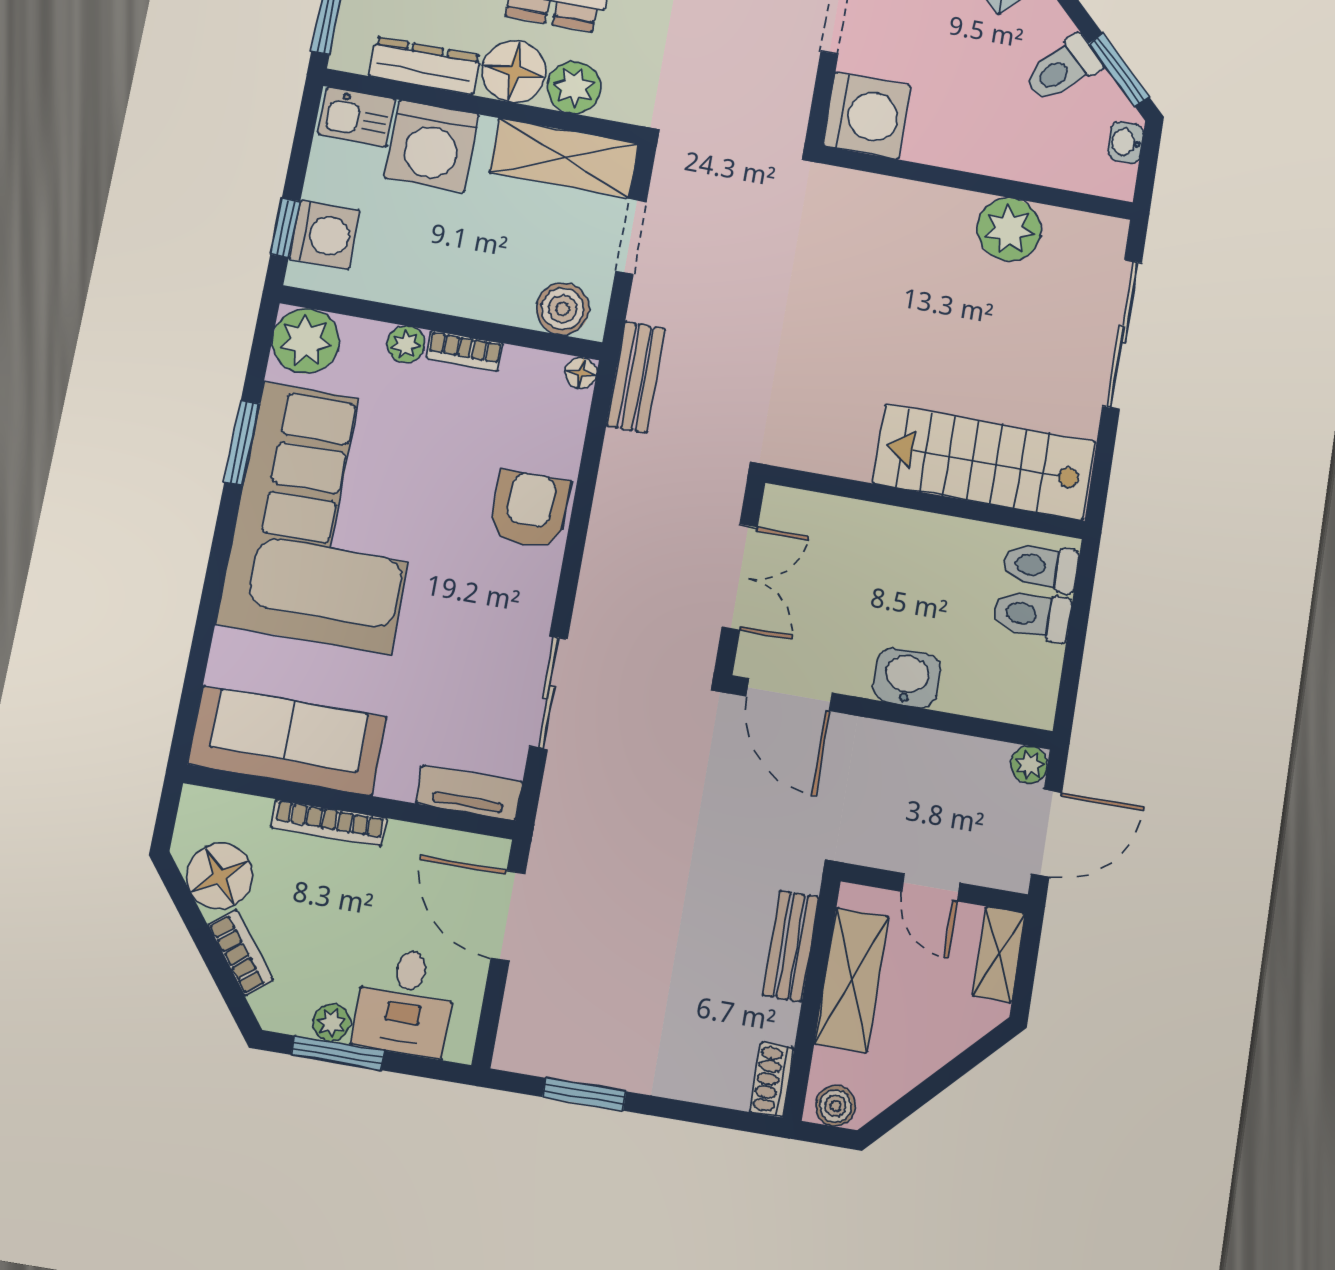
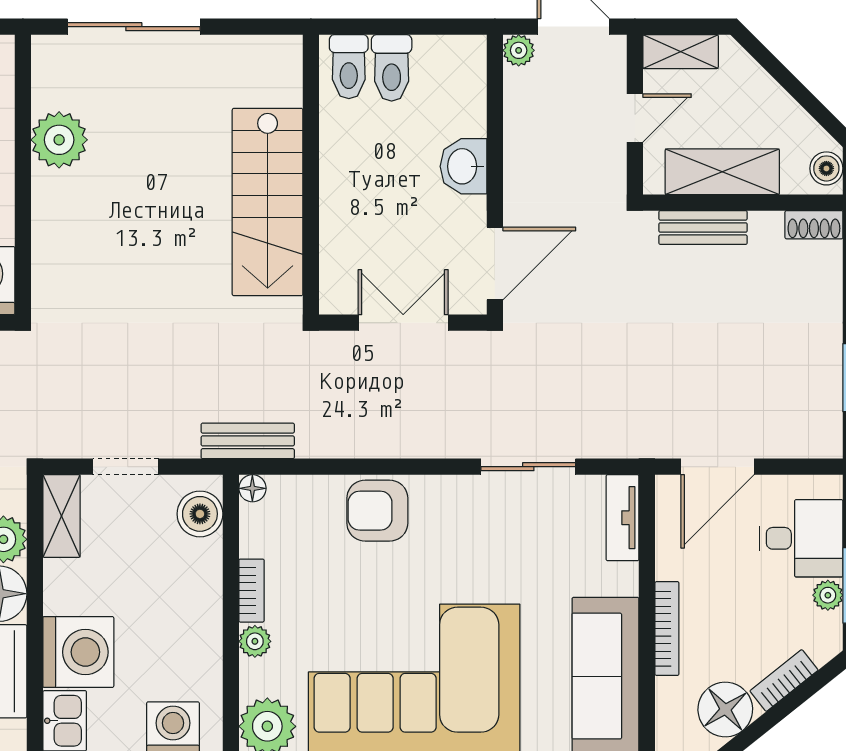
shelving: (564, 158) -> (61, 516), width x0.67, depth x0.75
stairs: (984, 462) -> (268, 202), moved

